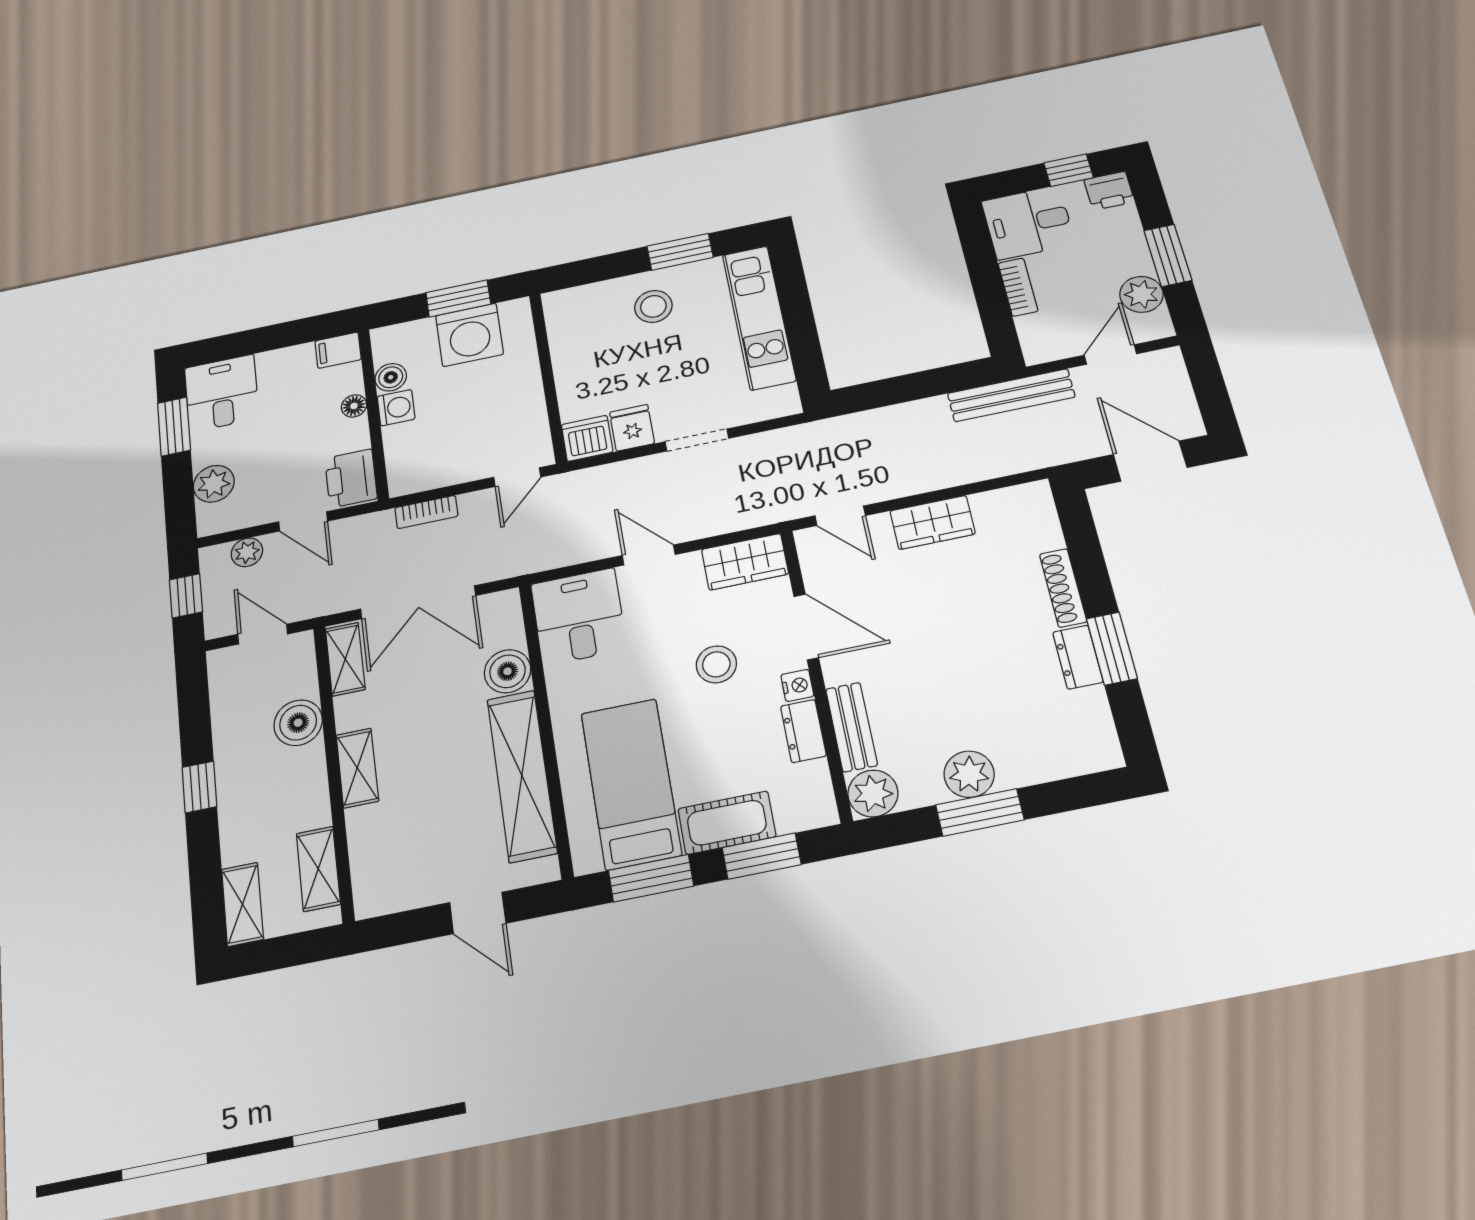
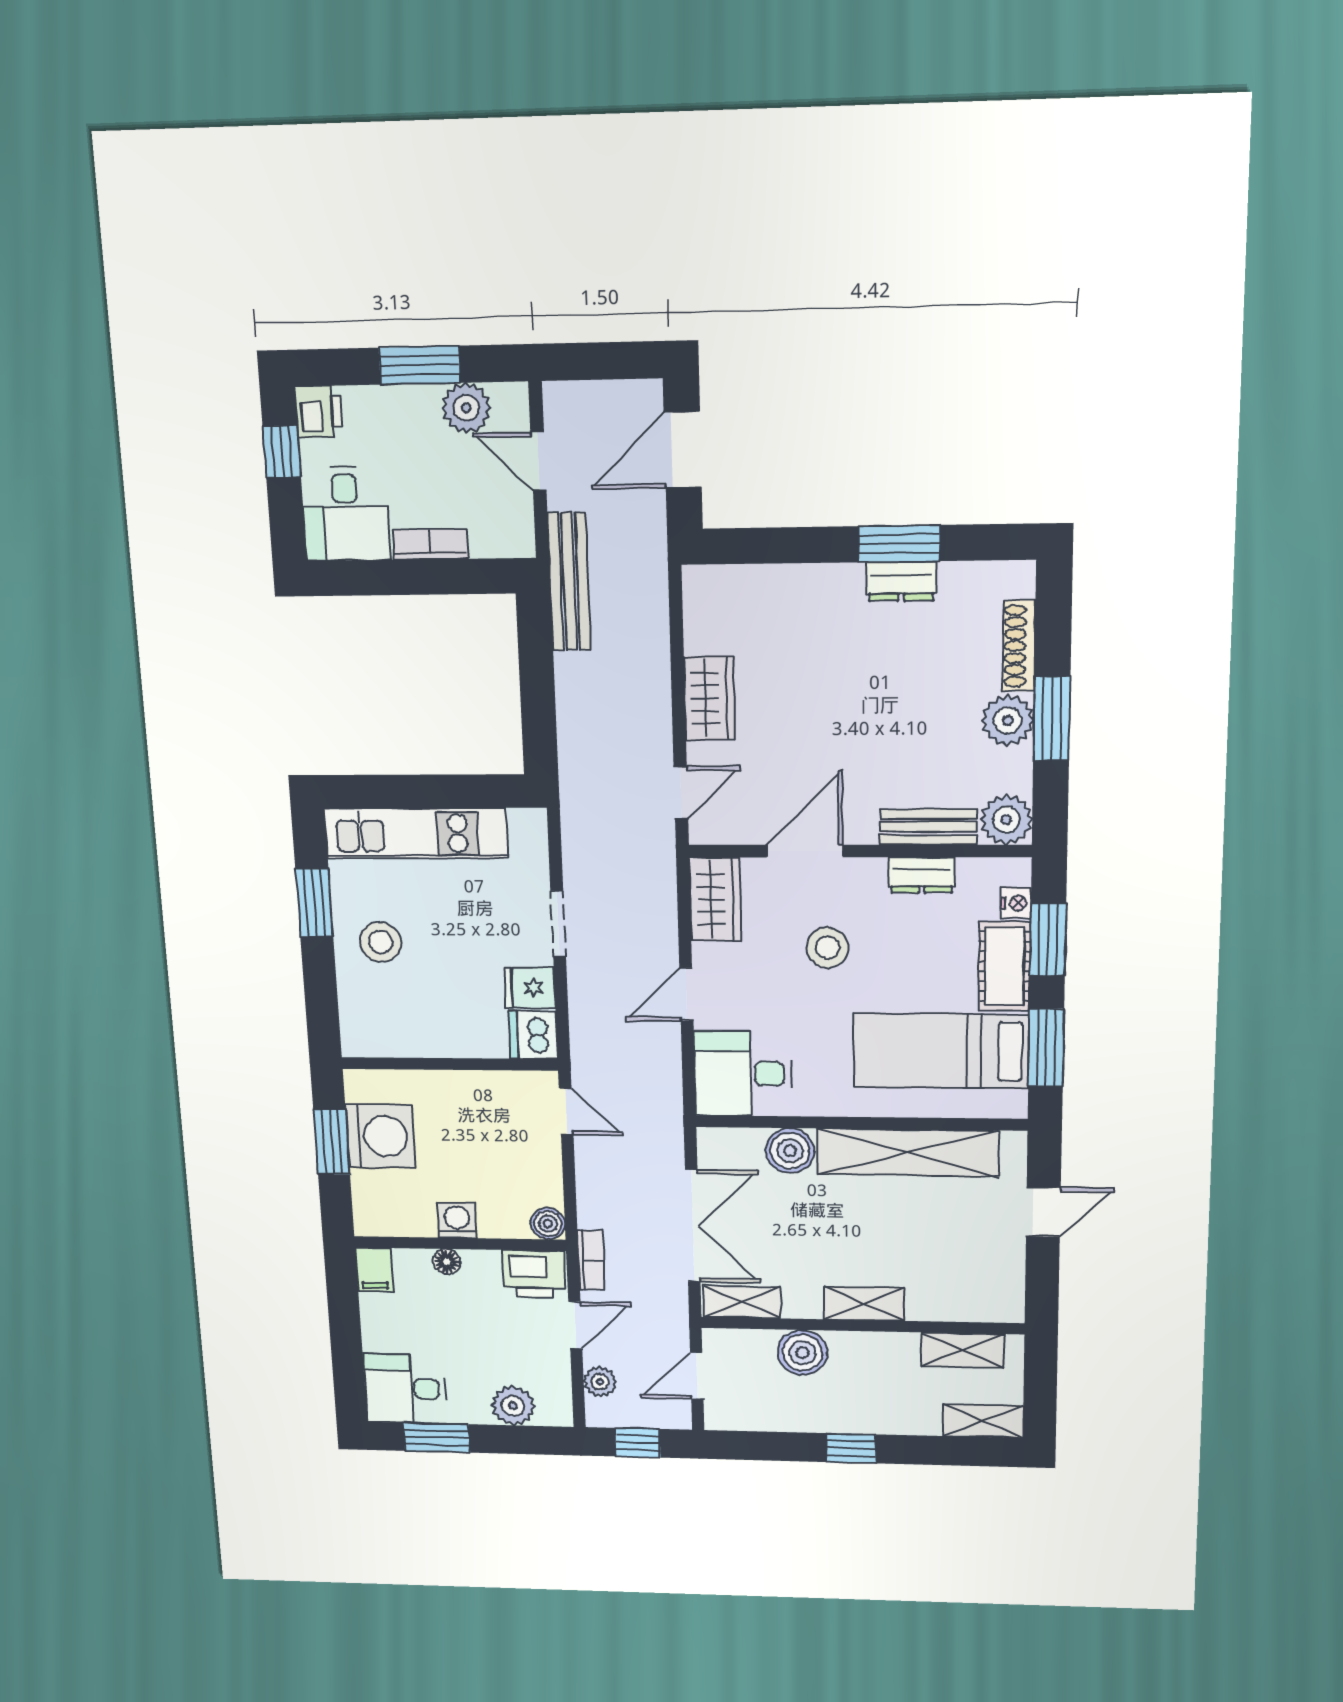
boiler: (391, 377) -> (548, 1224), moved
bookcase: (426, 512) -> (591, 1260), moved
shoe rack: (1063, 588) -> (1019, 646), moved, turned 90
nightstand: (797, 685) -> (1016, 903), moved, turned 90

